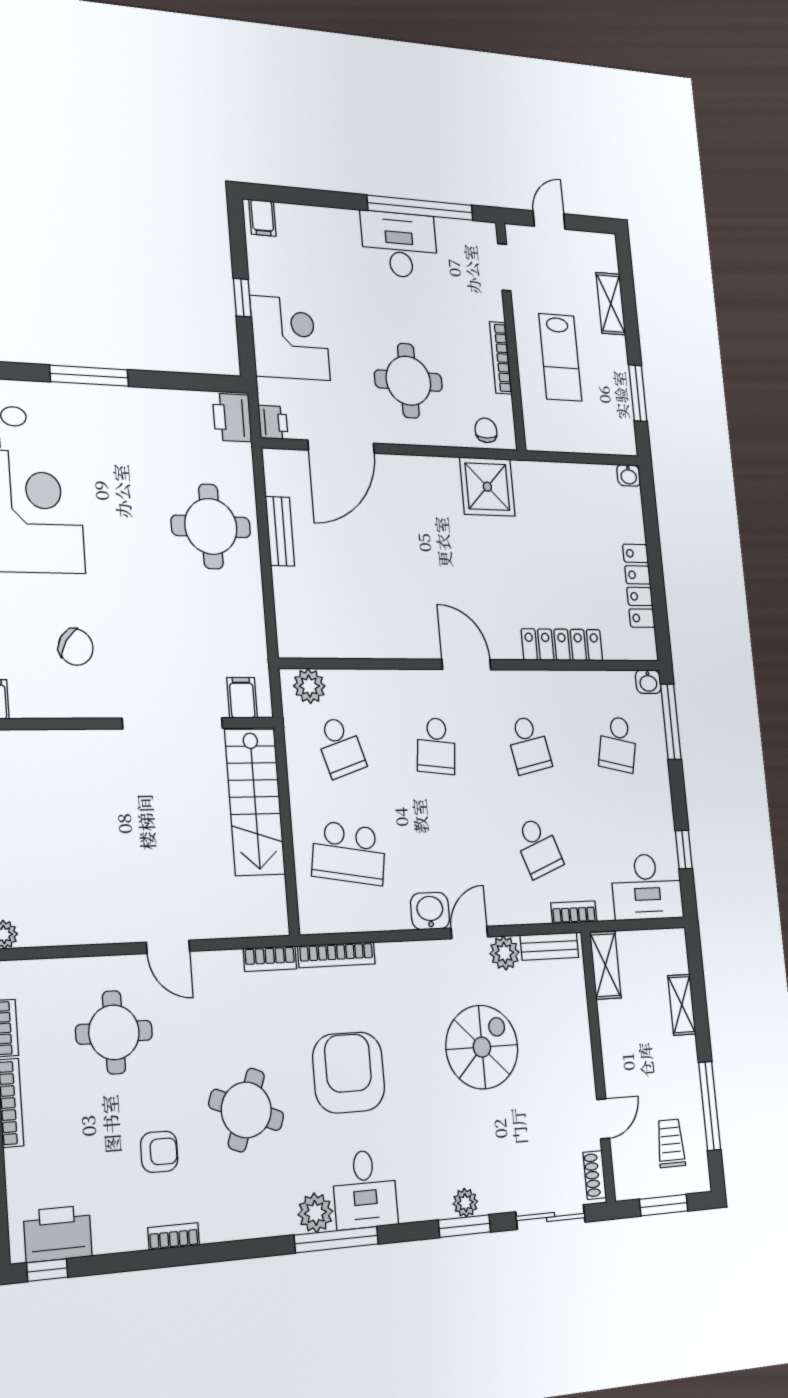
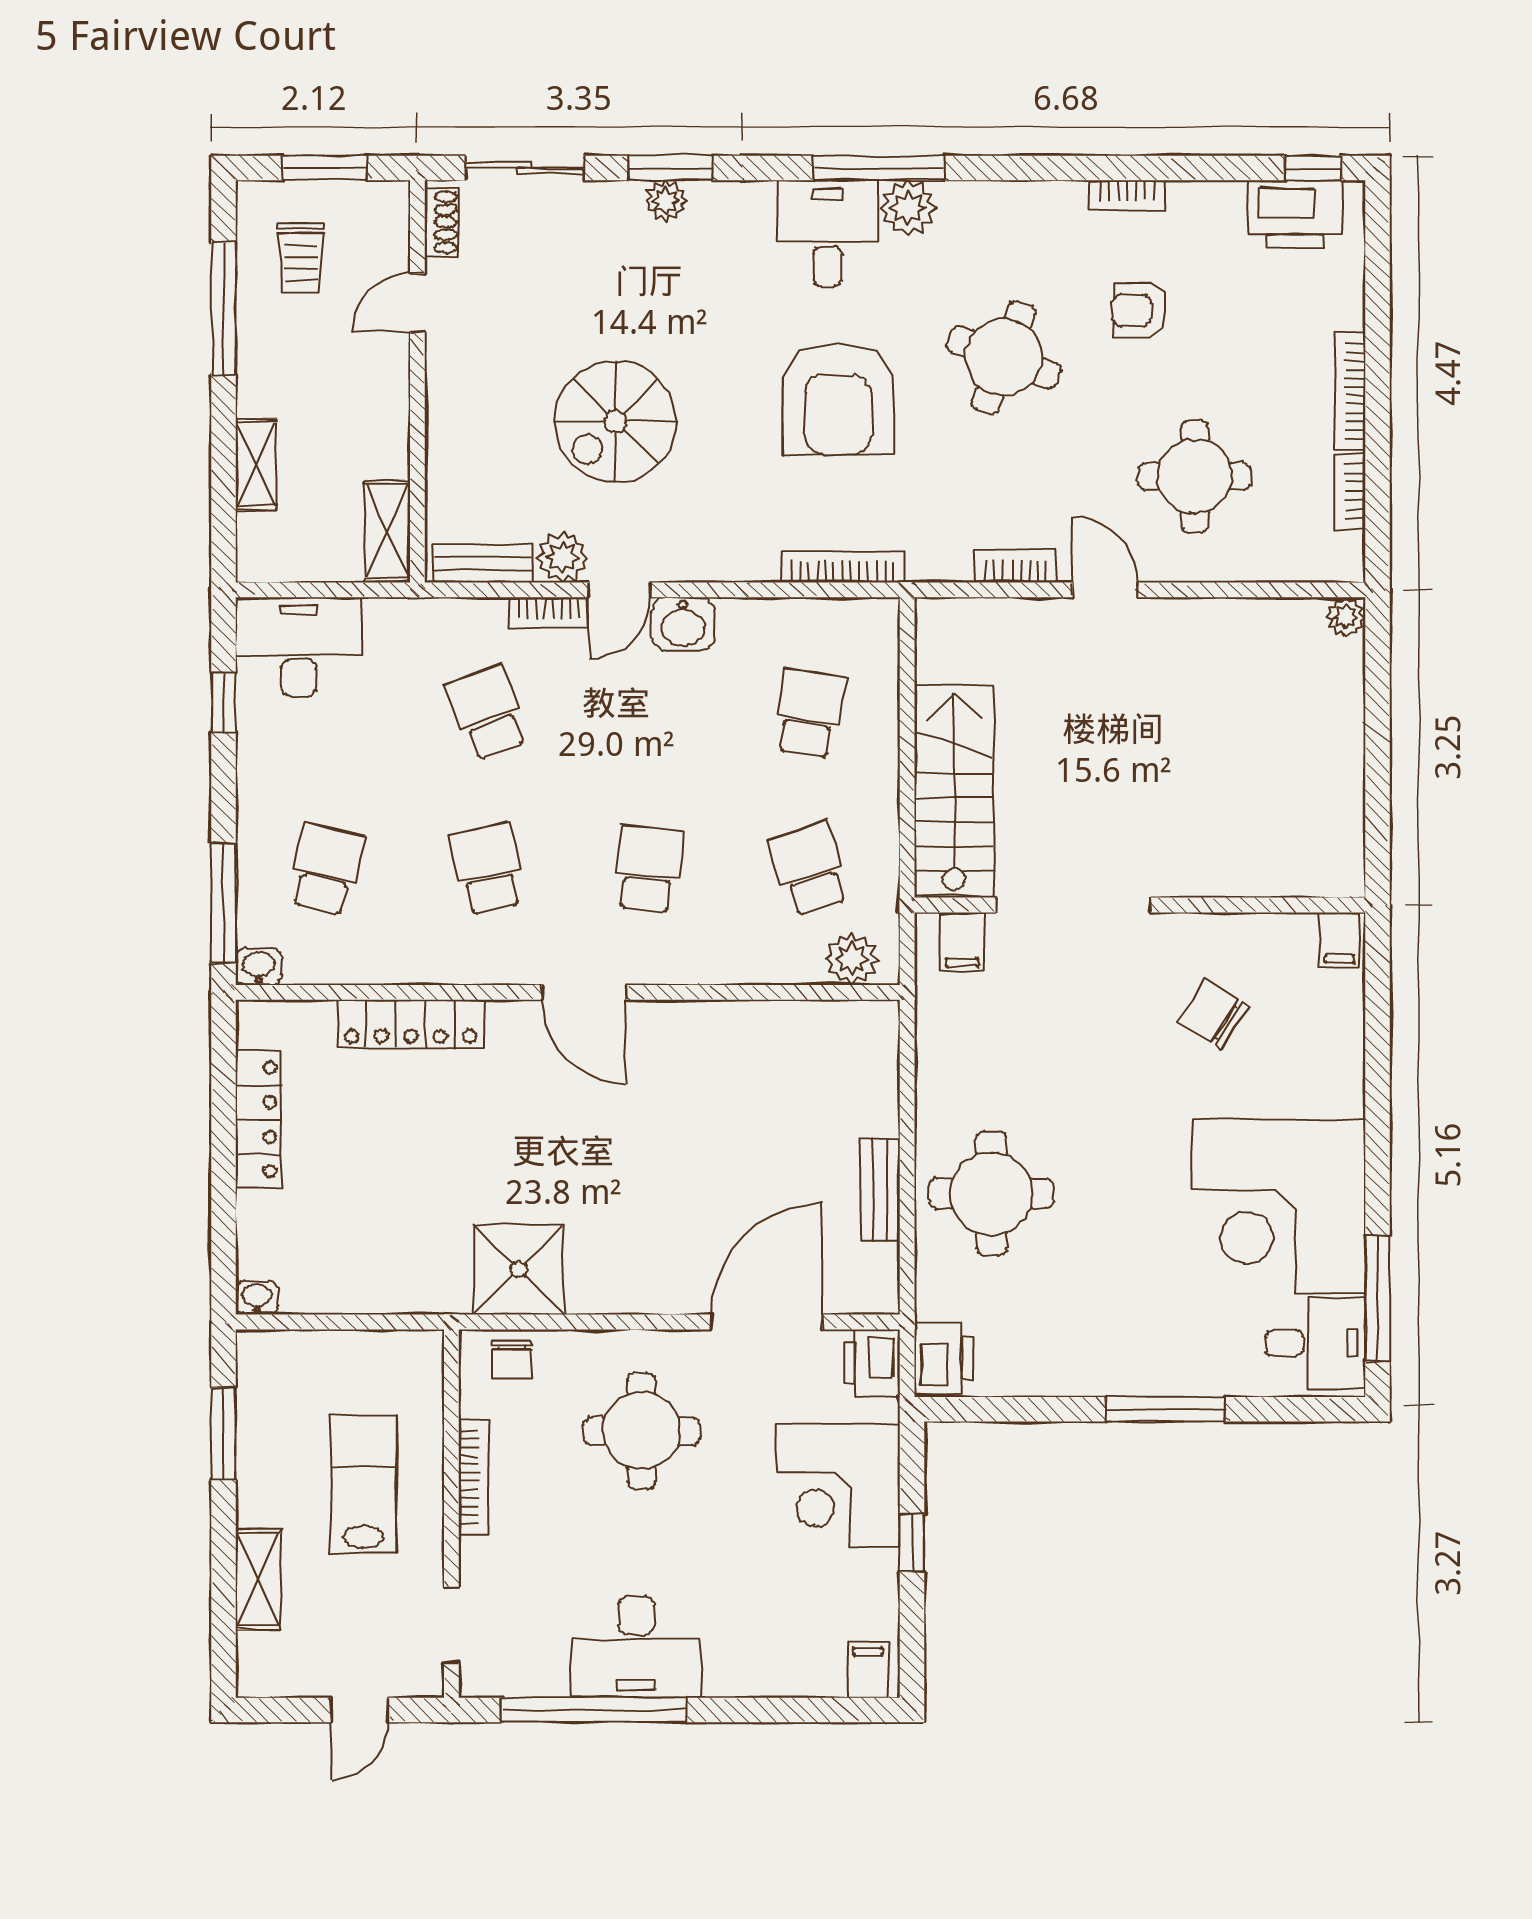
printer: (273, 422) -> (872, 1363), width x1.36, depth x1.24
school desk: (349, 853) -> (809, 713), width x0.54
bookcase: (574, 912) -> (549, 613), moved
bookcase: (270, 959) -> (1016, 566), moved

